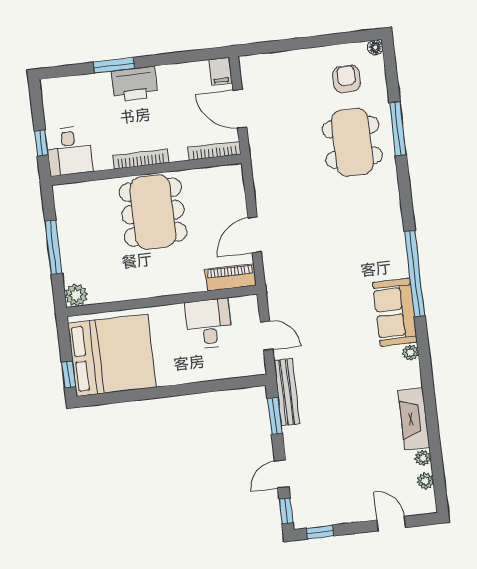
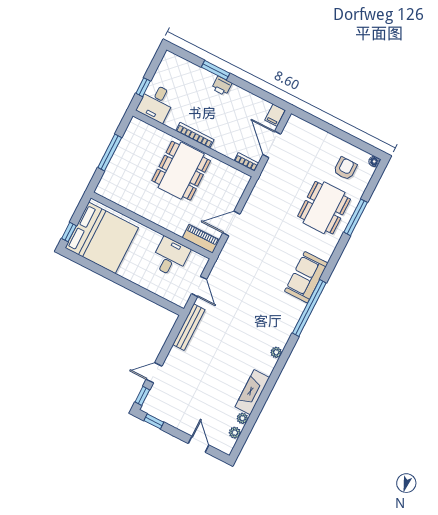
printer: (134, 84) -> (222, 86), width x0.53, depth x0.68
bookcase: (214, 151) -> (246, 162), width x0.64
plant: (76, 295) -> (104, 189), removed
sofa: (395, 312) -> (306, 277), moved
window: (275, 416) -> (173, 336), removed

